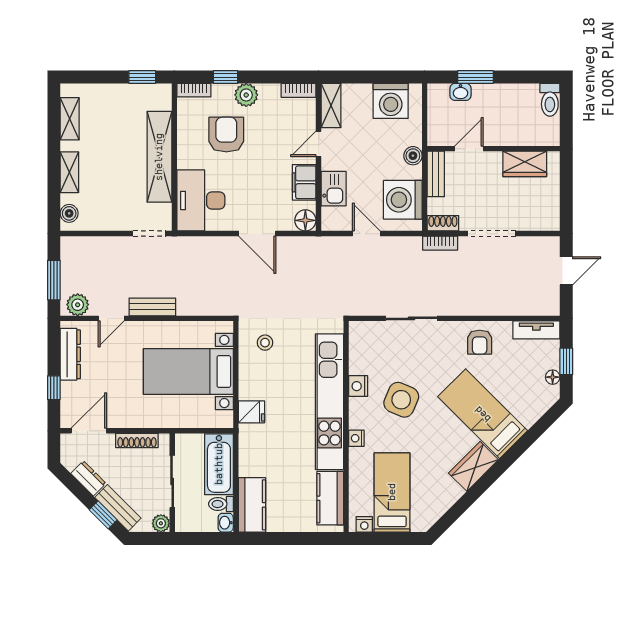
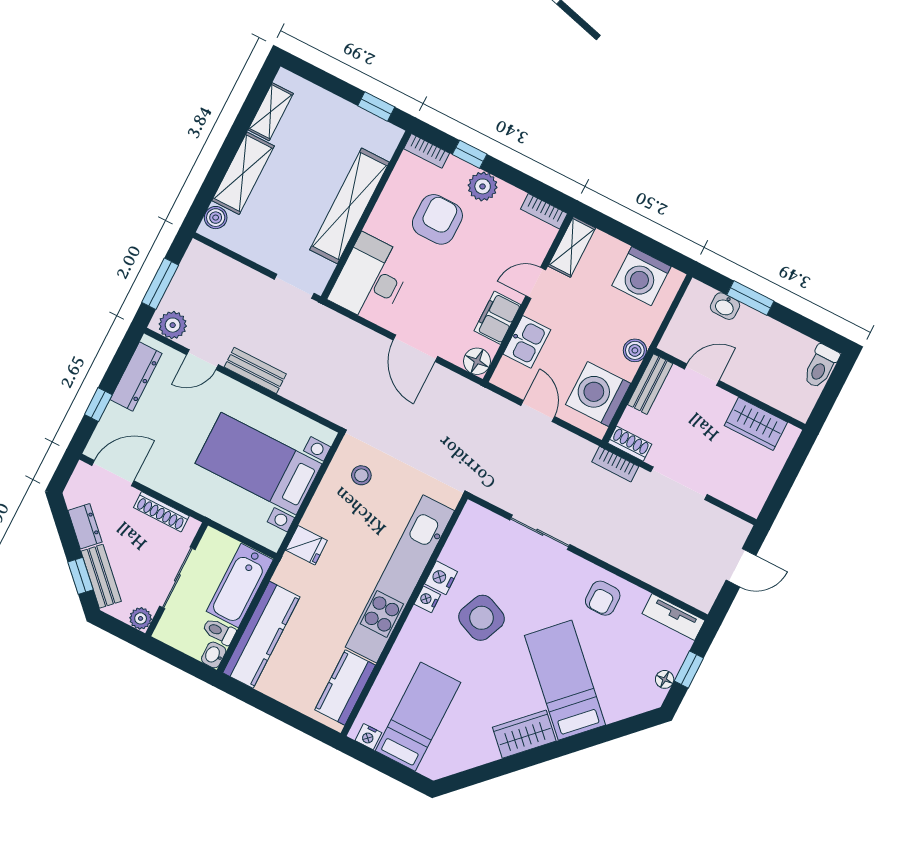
shelving: (69, 172) -> (243, 173), width x1.50, depth x1.33
nightstand: (356, 438) -> (427, 599), moved
kitchen counter: (252, 505) -> (261, 635), width x1.50

